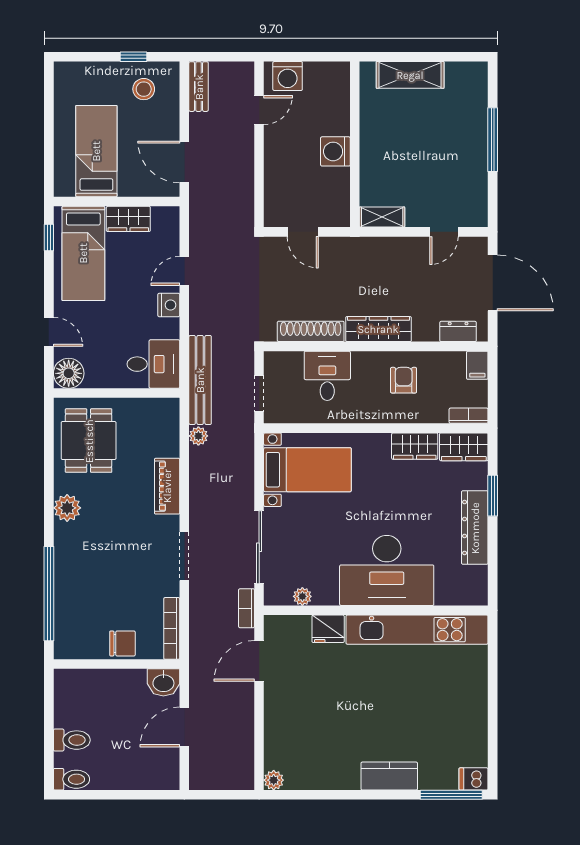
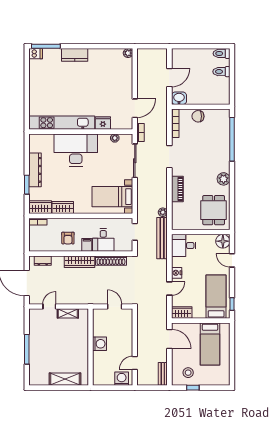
shelving: (382, 217) -> (68, 313), moved
wardrobe: (128, 219) -> (182, 313), moved
filing cabinet: (477, 365) -> (87, 245), moved

